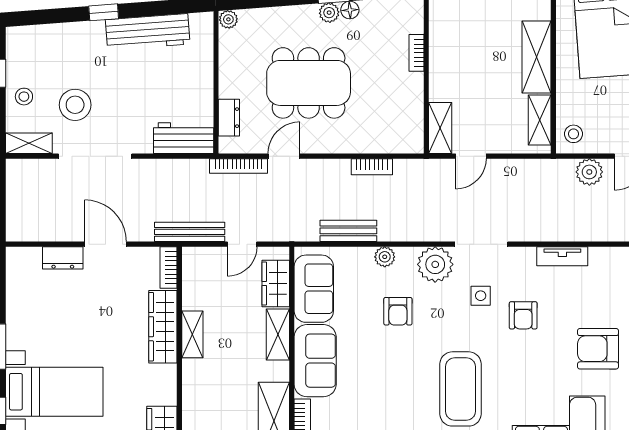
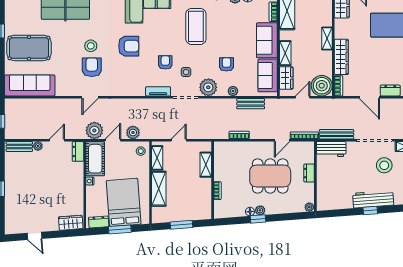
workbench: (148, 32) -> (373, 199), moved
dresser: (229, 118) -> (309, 173), moved
shelving: (440, 128) -> (206, 165), moved
door: (471, 156) -> (179, 140), moved
bench: (190, 232) -> (336, 134), moved
tv unit: (562, 256) -> (158, 91), moved
boiler: (203, 268) -> (322, 86), added
shelving: (192, 334) -> (327, 38), moved

